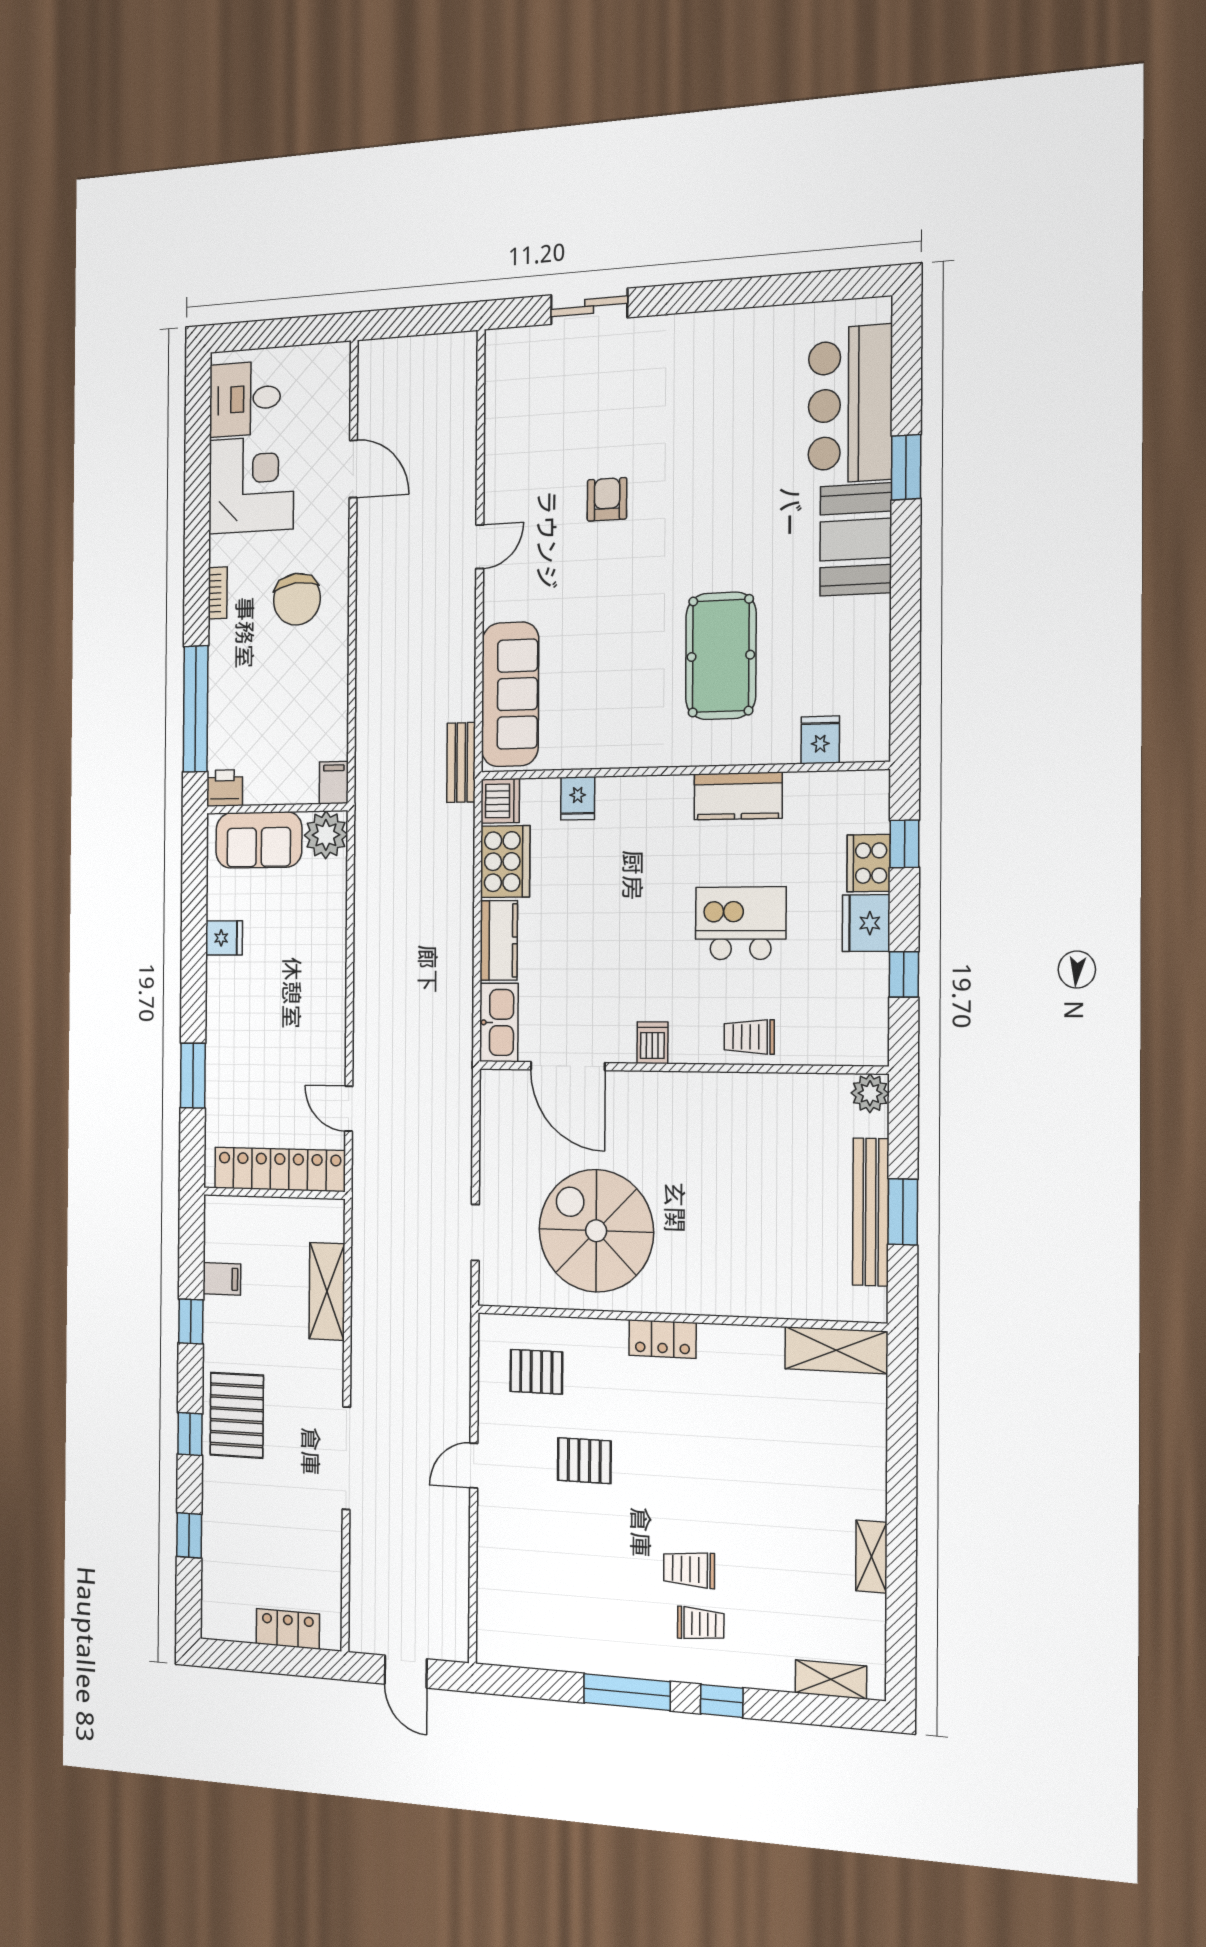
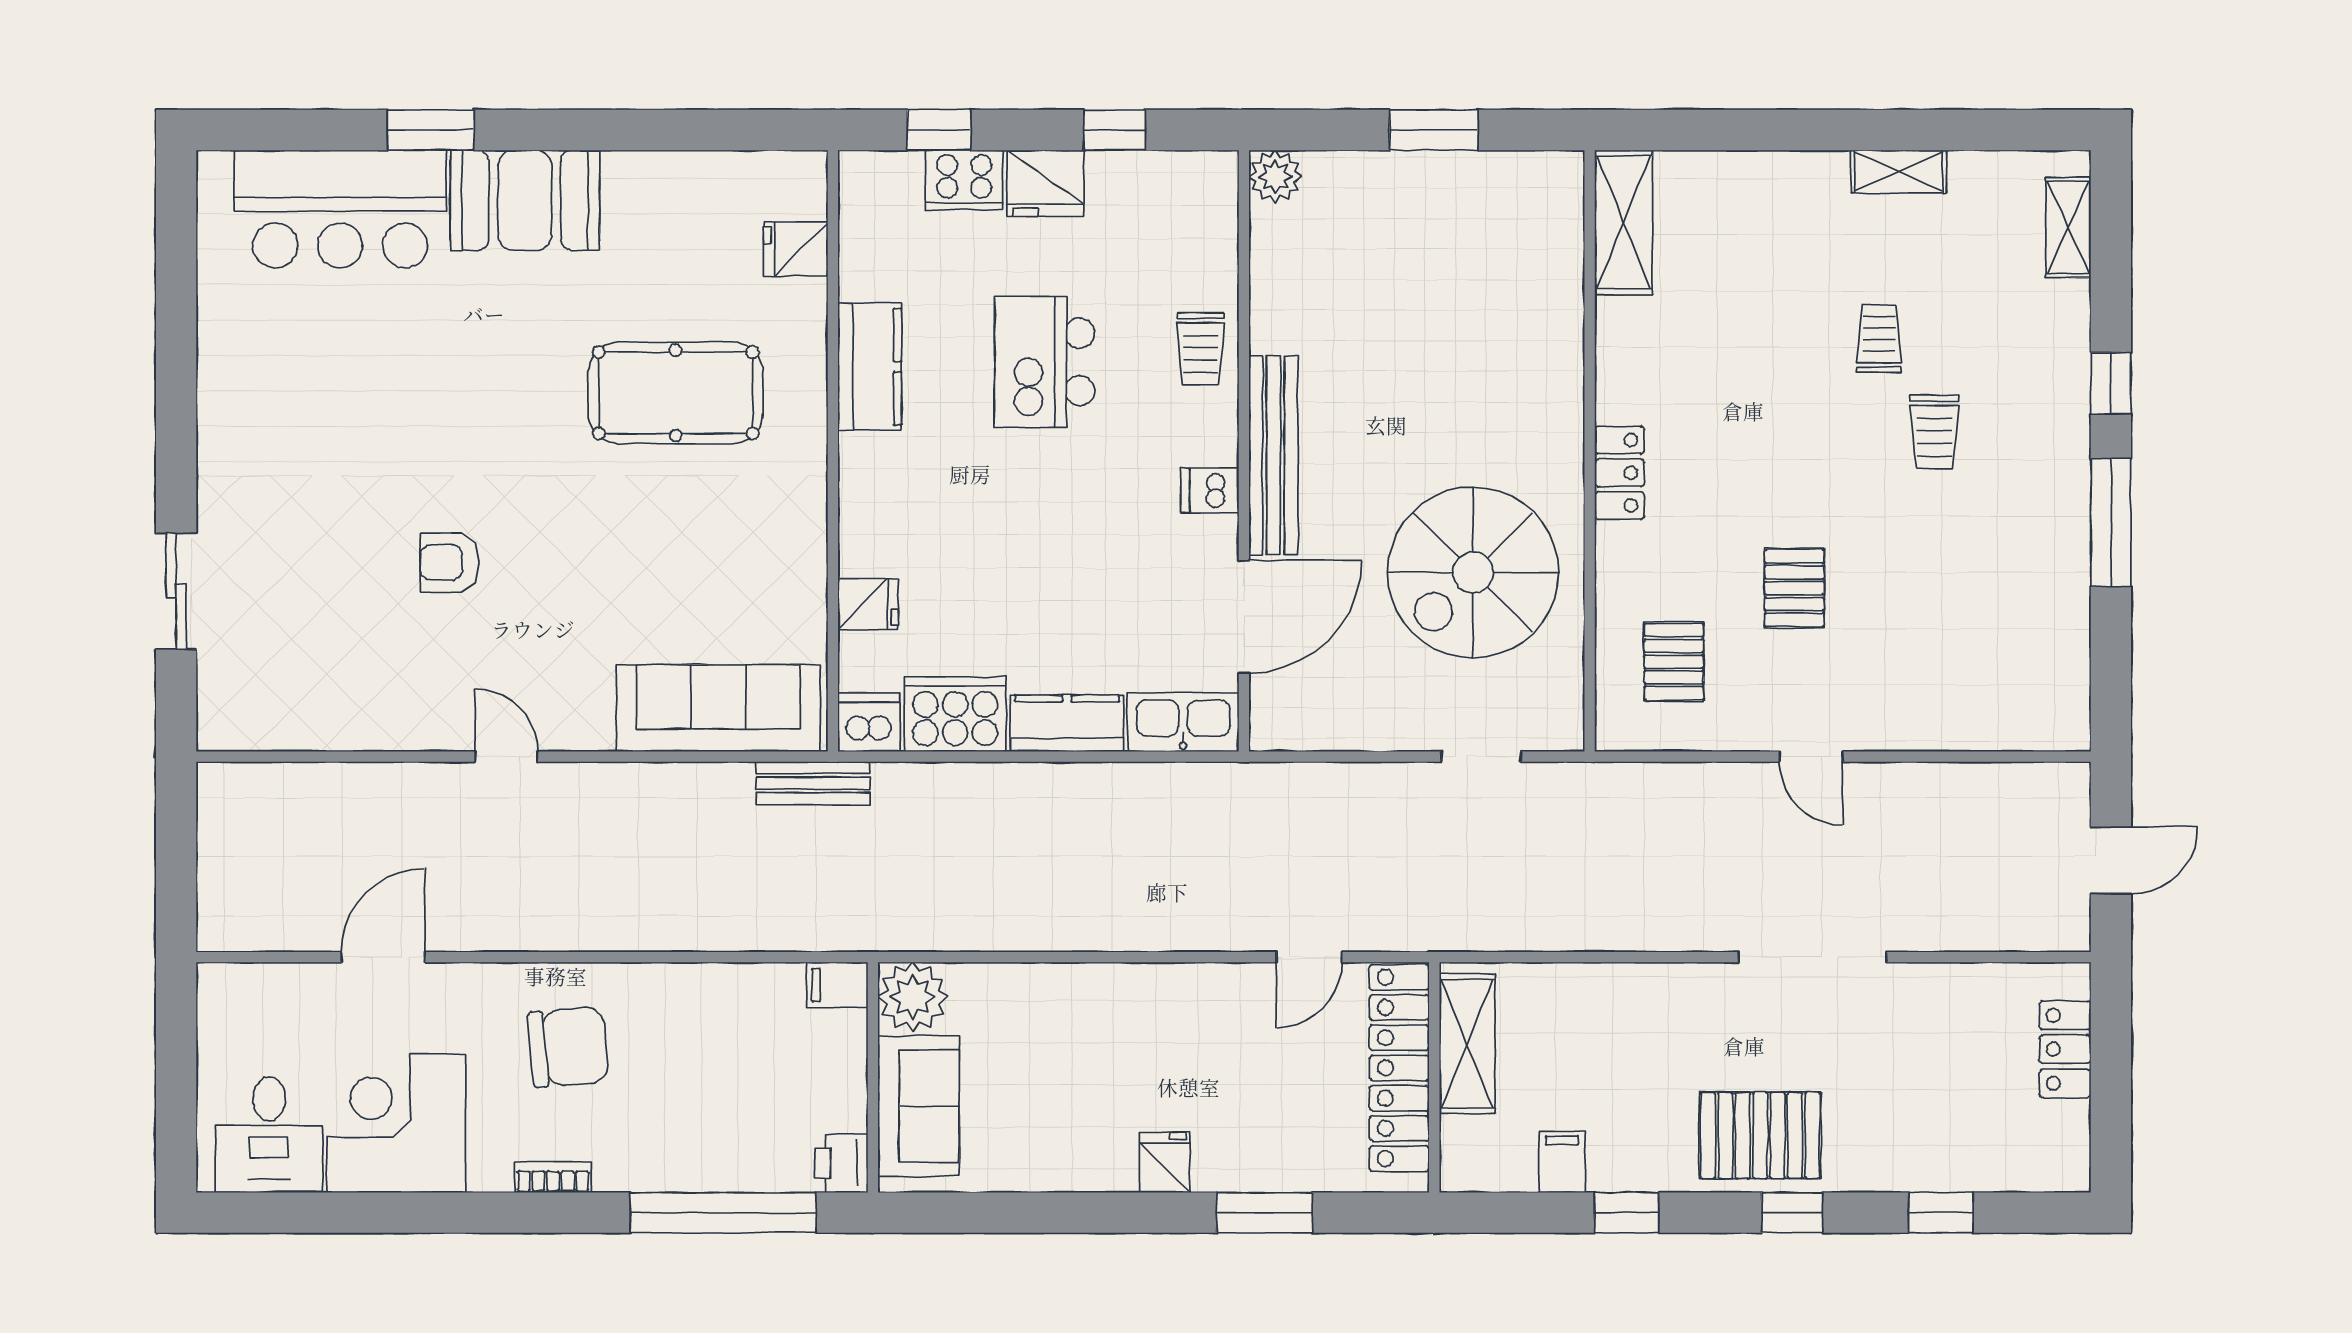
fridge: (224, 938) -> (1165, 1162), moved
bench: (871, 1212) -> (1274, 455), moved, turned 90
shelving: (327, 1291) -> (1467, 1044), moved, turned 90
trolley: (701, 1624) -> (1879, 339), moved

